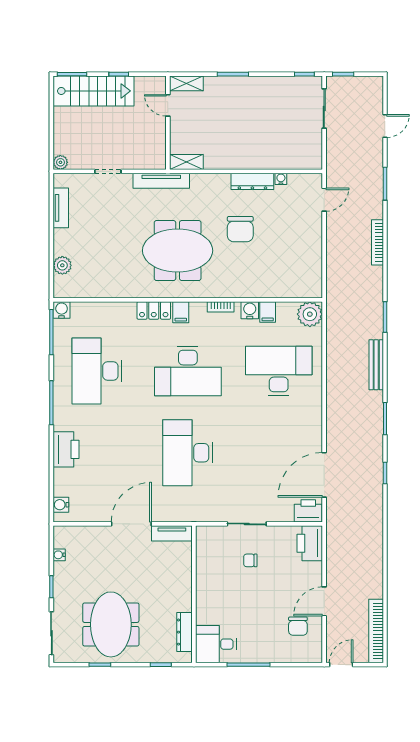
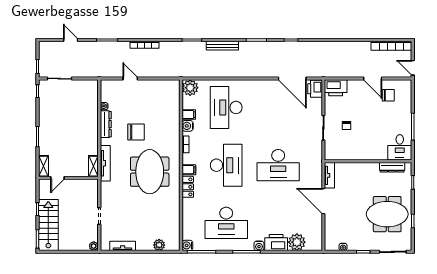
tv unit: (161, 181) -> (105, 163), moved
door: (324, 200) -> (130, 79), moved
plant: (67, 482) -> (297, 242), added
water cooler: (61, 505) -> (259, 246), moved

